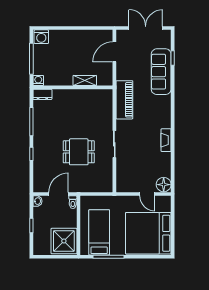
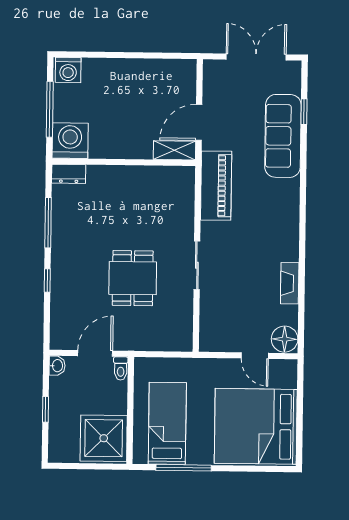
door: (114, 52) -> (199, 122), moved
washing machine: (38, 81) -> (70, 141), width x1.89, depth x1.89
shelving: (85, 81) -> (175, 150), moved
fireplace: (166, 140) -> (290, 283), moved
dining table: (79, 152) -> (133, 278), turned 90

